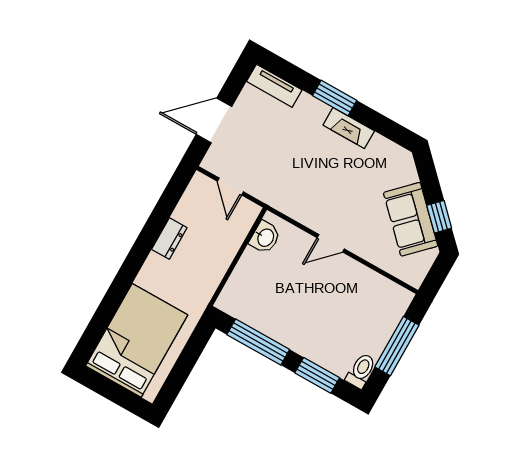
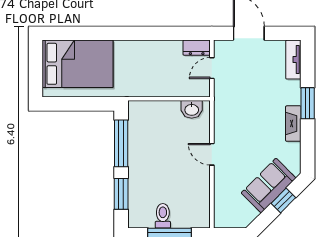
window: (439, 217) -> (283, 201), moved
sofa: (411, 219) -> (269, 186), moved
dresser: (169, 238) -> (197, 48), moved
toilet: (361, 371) -> (163, 216), moved, turned -90

